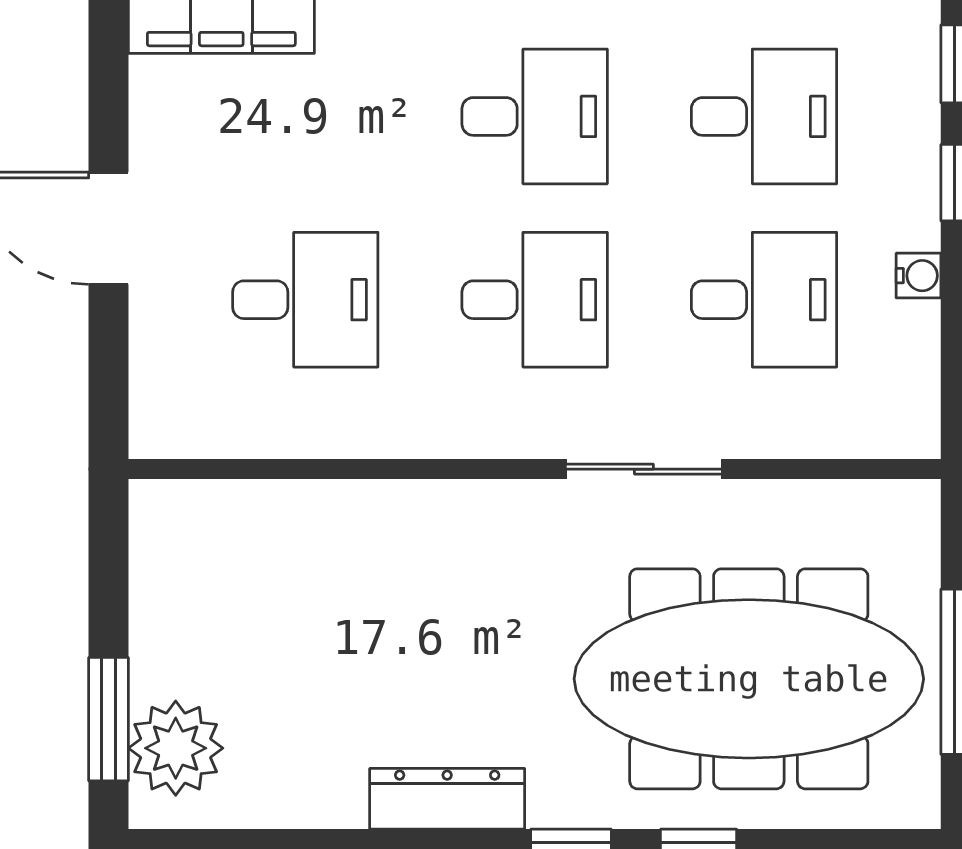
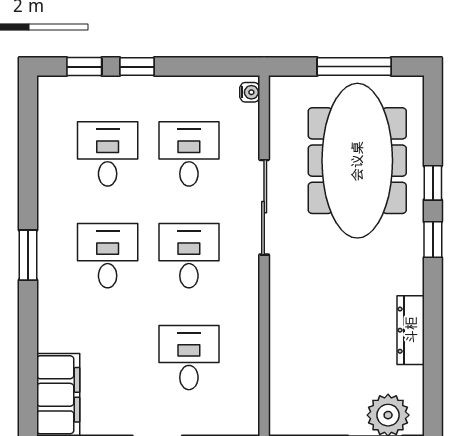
water cooler: (919, 276) -> (250, 92), moved, turned 90
sliding door: (644, 469) -> (264, 207), width x1.37
dresser: (447, 799) -> (411, 330), moved

